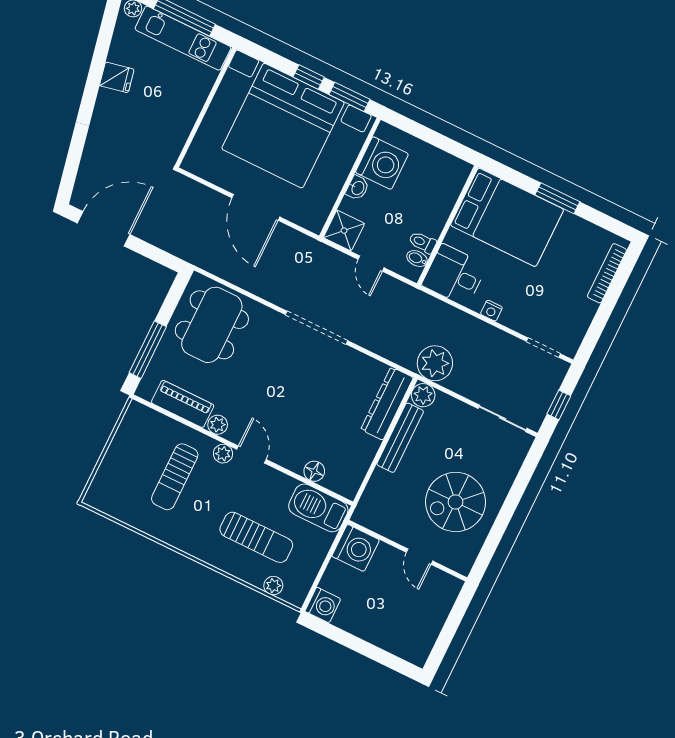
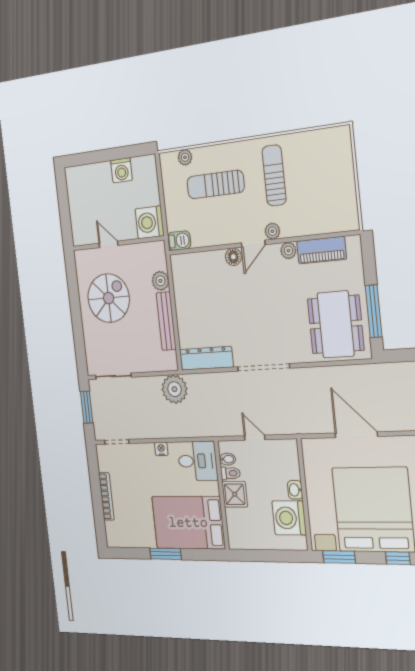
window: (309, 77) -> (398, 558), moved
shower: (344, 231) -> (235, 494), moved
bookcase: (607, 273) -> (106, 496), moved
window: (148, 350) -> (374, 311), moved
plant: (423, 395) -> (160, 281), moved
dresser: (387, 404) -> (206, 358), moved, turned -90
window: (559, 405) -> (87, 407), width x1.50
door: (251, 454) -> (253, 244), hinge flipped
floor lamp: (314, 471) -> (233, 257), moved
sun lounger: (175, 477) -> (274, 175), moved
barbecue: (318, 508) -> (179, 241), width x0.53, depth x0.65
washing machine: (323, 605) -> (121, 170), moved, turned -90

